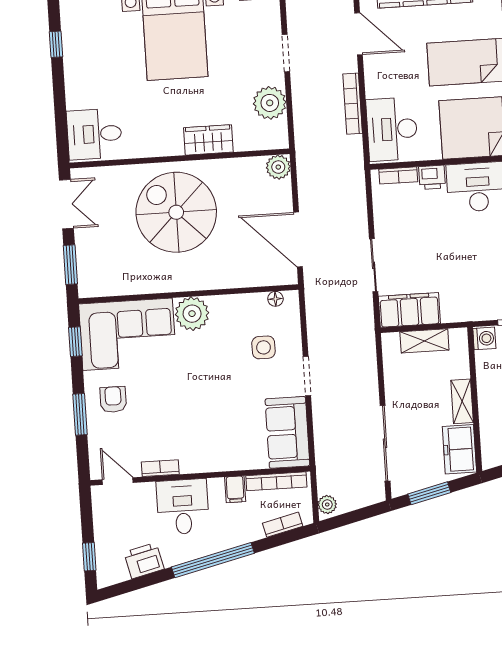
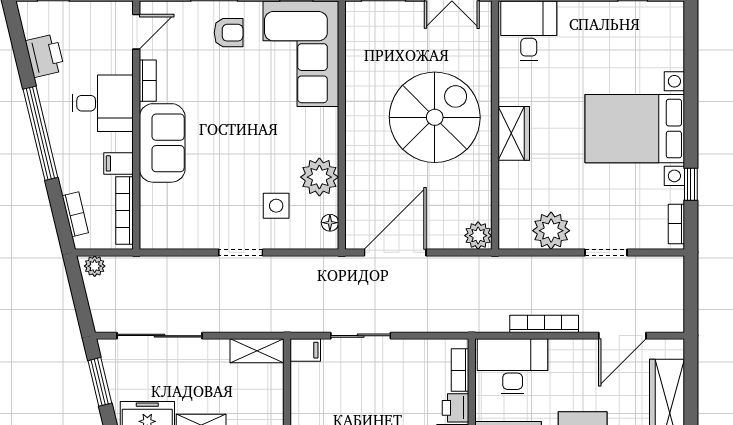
wardrobe: (208, 140) -> (514, 133), moved
filing cabinet: (409, 310) -> (305, 350), width x0.33, depth x0.86
plant: (192, 314) -> (319, 177), moved
shelving: (424, 341) -> (257, 351), moved, turned 90
sofa: (287, 432) -> (162, 143), moved, turned 90

